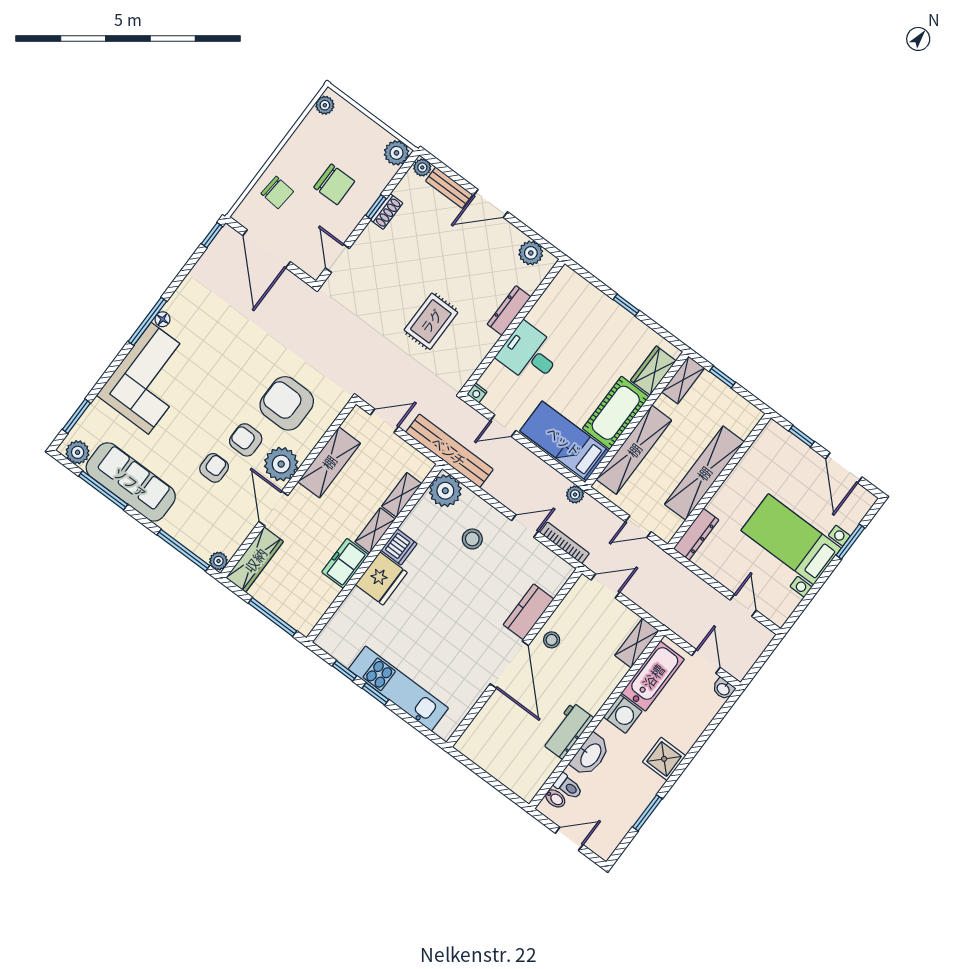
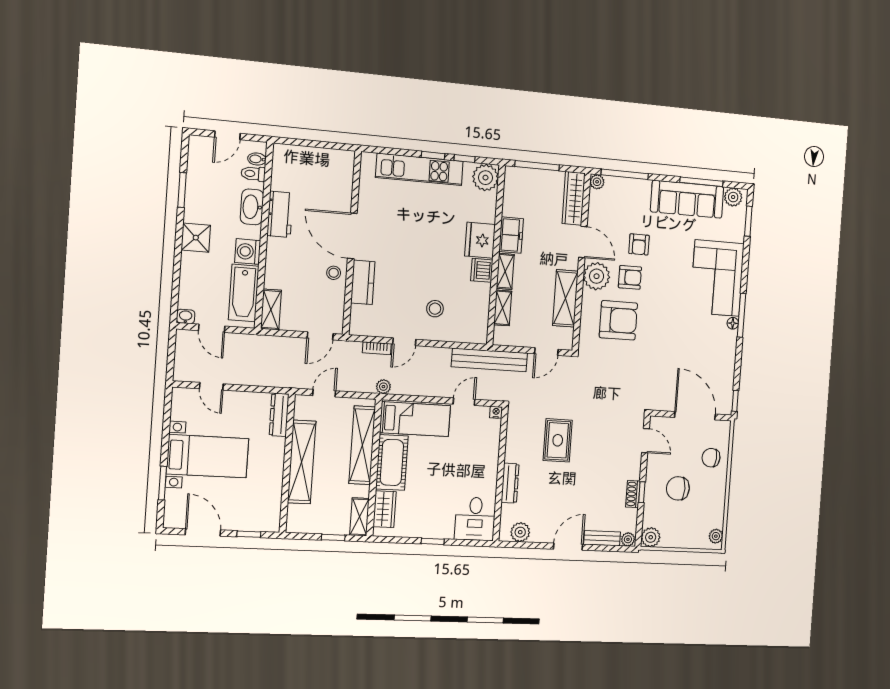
desk: (529, 354) -> (475, 519), moved, turned 90
plant: (445, 491) -> (485, 178), moved
bookcase: (565, 543) -> (377, 348), width x0.64

